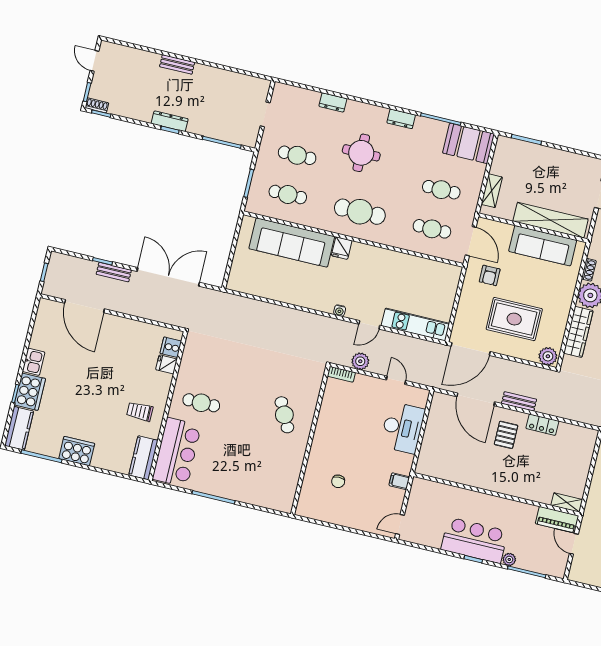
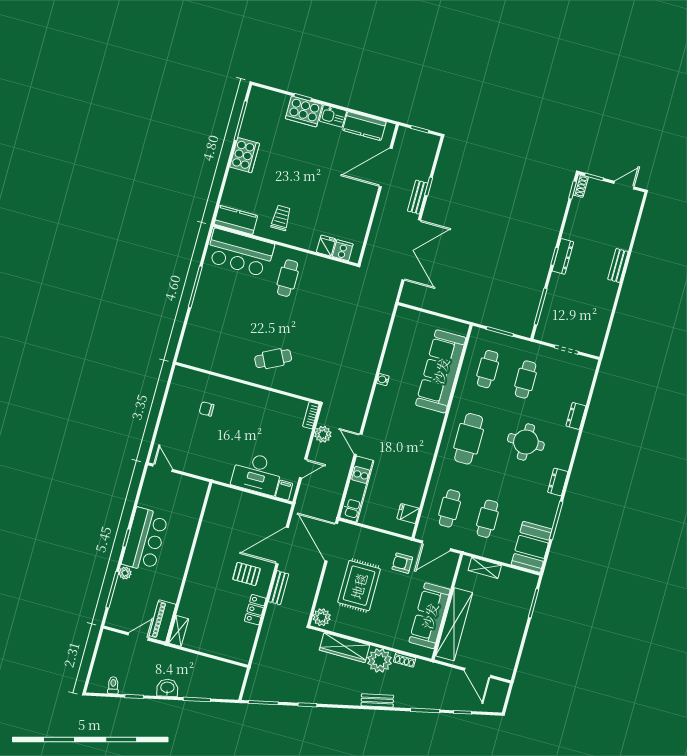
fridge: (342, 248) -> (408, 514), moved
water cooler: (340, 311) -> (383, 380), moved
kitchen counter: (19, 428) -> (364, 126), moved
filing cabinet: (399, 481) -> (284, 490), moved

